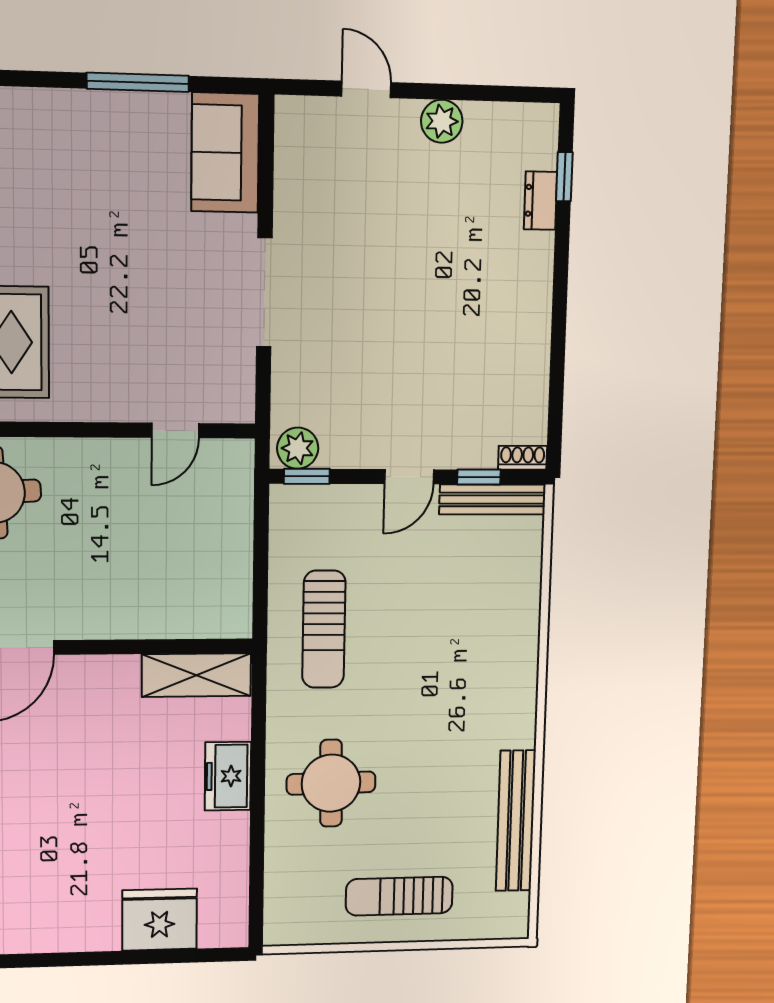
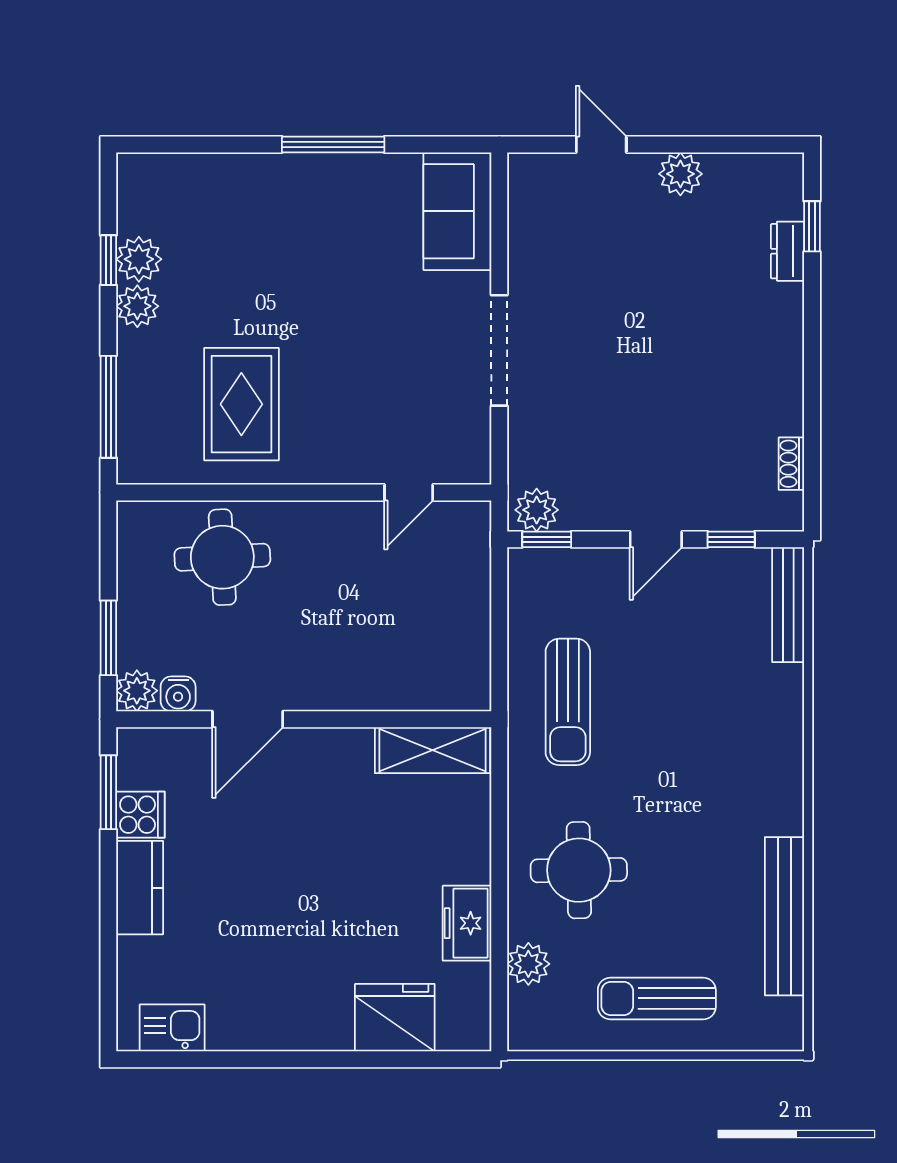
window: (138, 82) -> (333, 145), moved
shoe rack: (523, 458) -> (791, 464), moved, turned -90
bench: (493, 499) -> (788, 605), moved, turned 90
freezer: (228, 776) -> (467, 923), moved
plant: (283, 868) -> (528, 964), added

